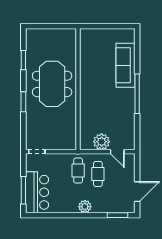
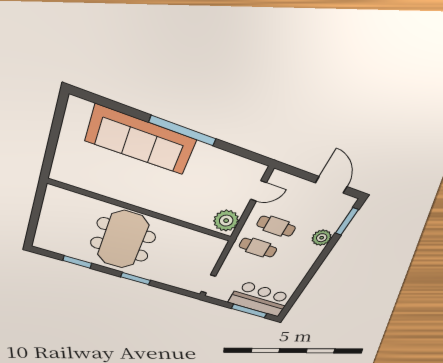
sofa: (126, 65) -> (141, 140), width x1.36, depth x1.27
meeting table: (52, 84) -> (123, 240), turned 90
plant: (102, 142) -> (226, 221), moved
plant: (85, 207) -> (322, 238), moved

